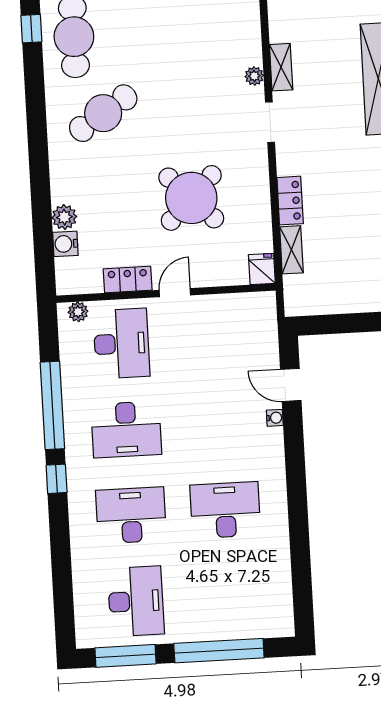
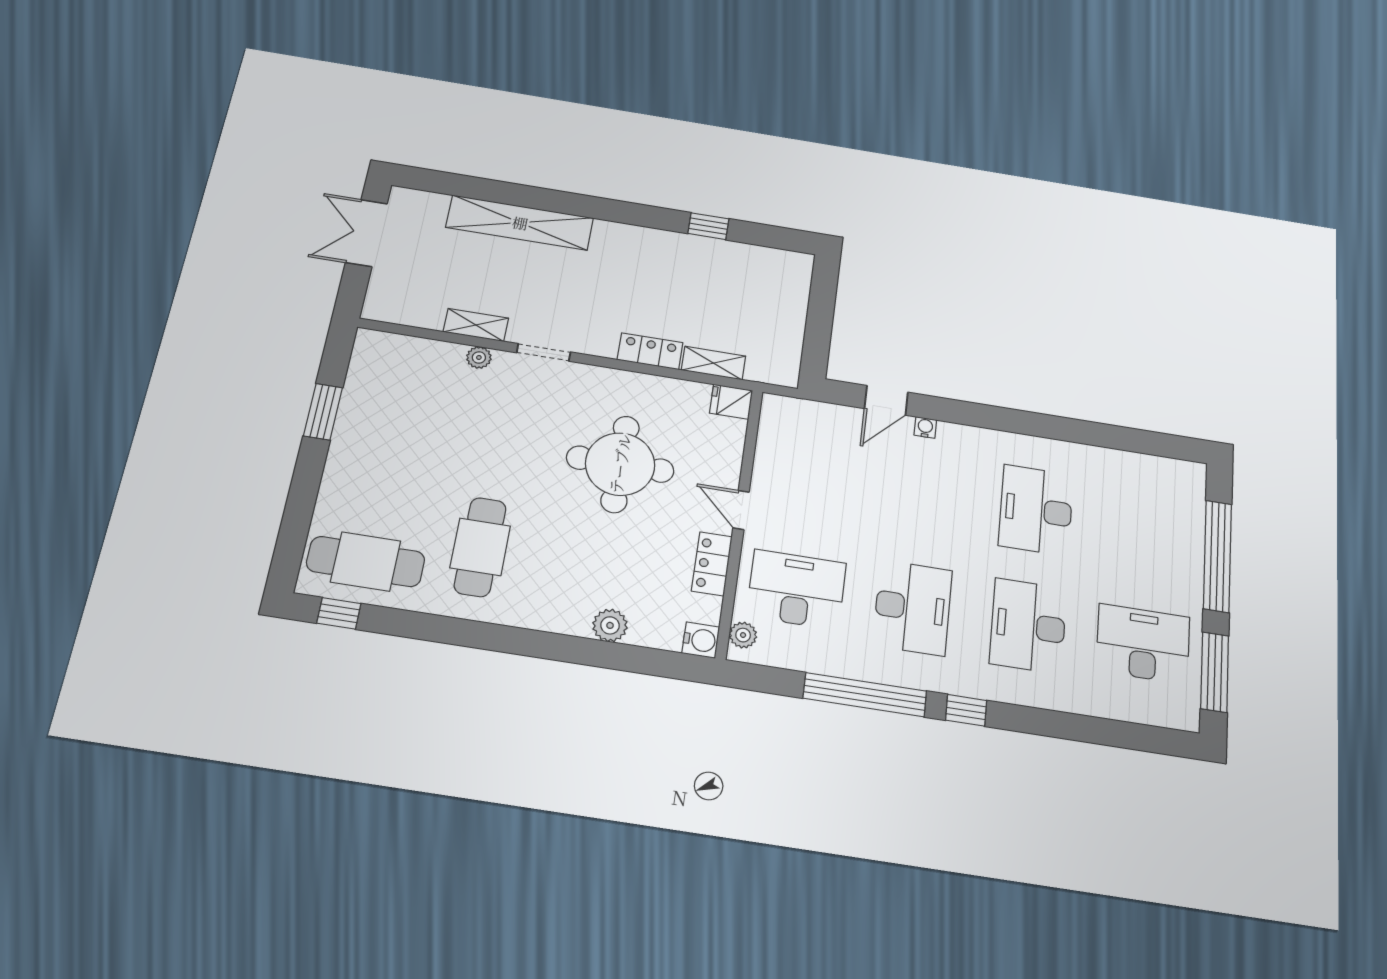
cafe table: (103, 113) -> (480, 547), turned 33
round table: (191, 198) -> (620, 464), turned 45
water cooler: (65, 244) -> (701, 640), moved, turned -90

